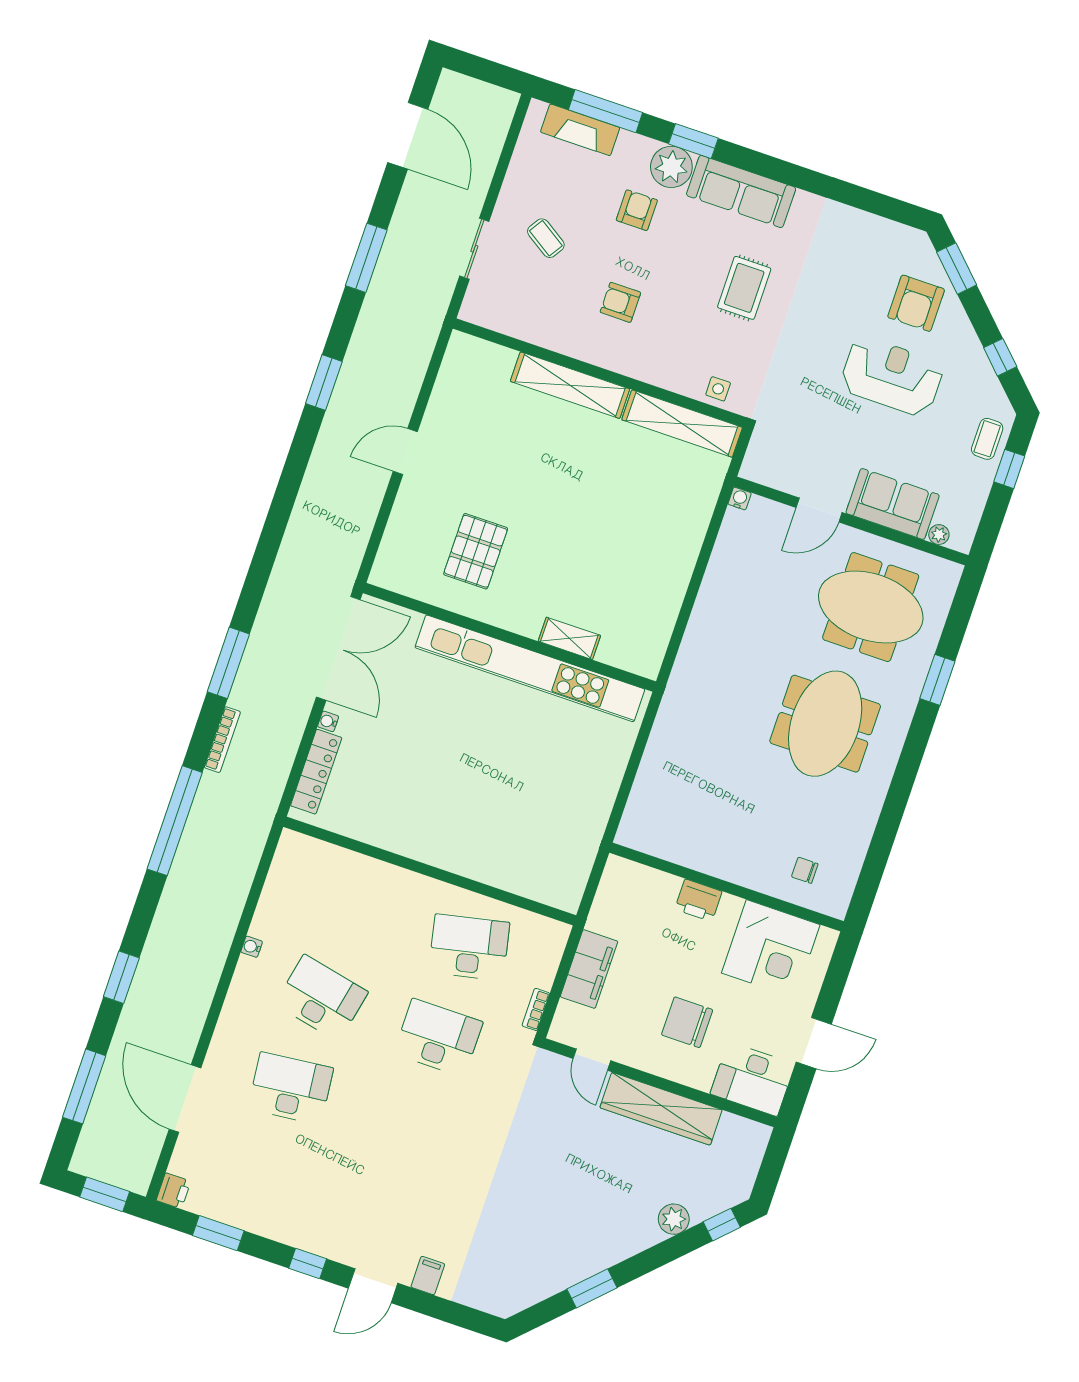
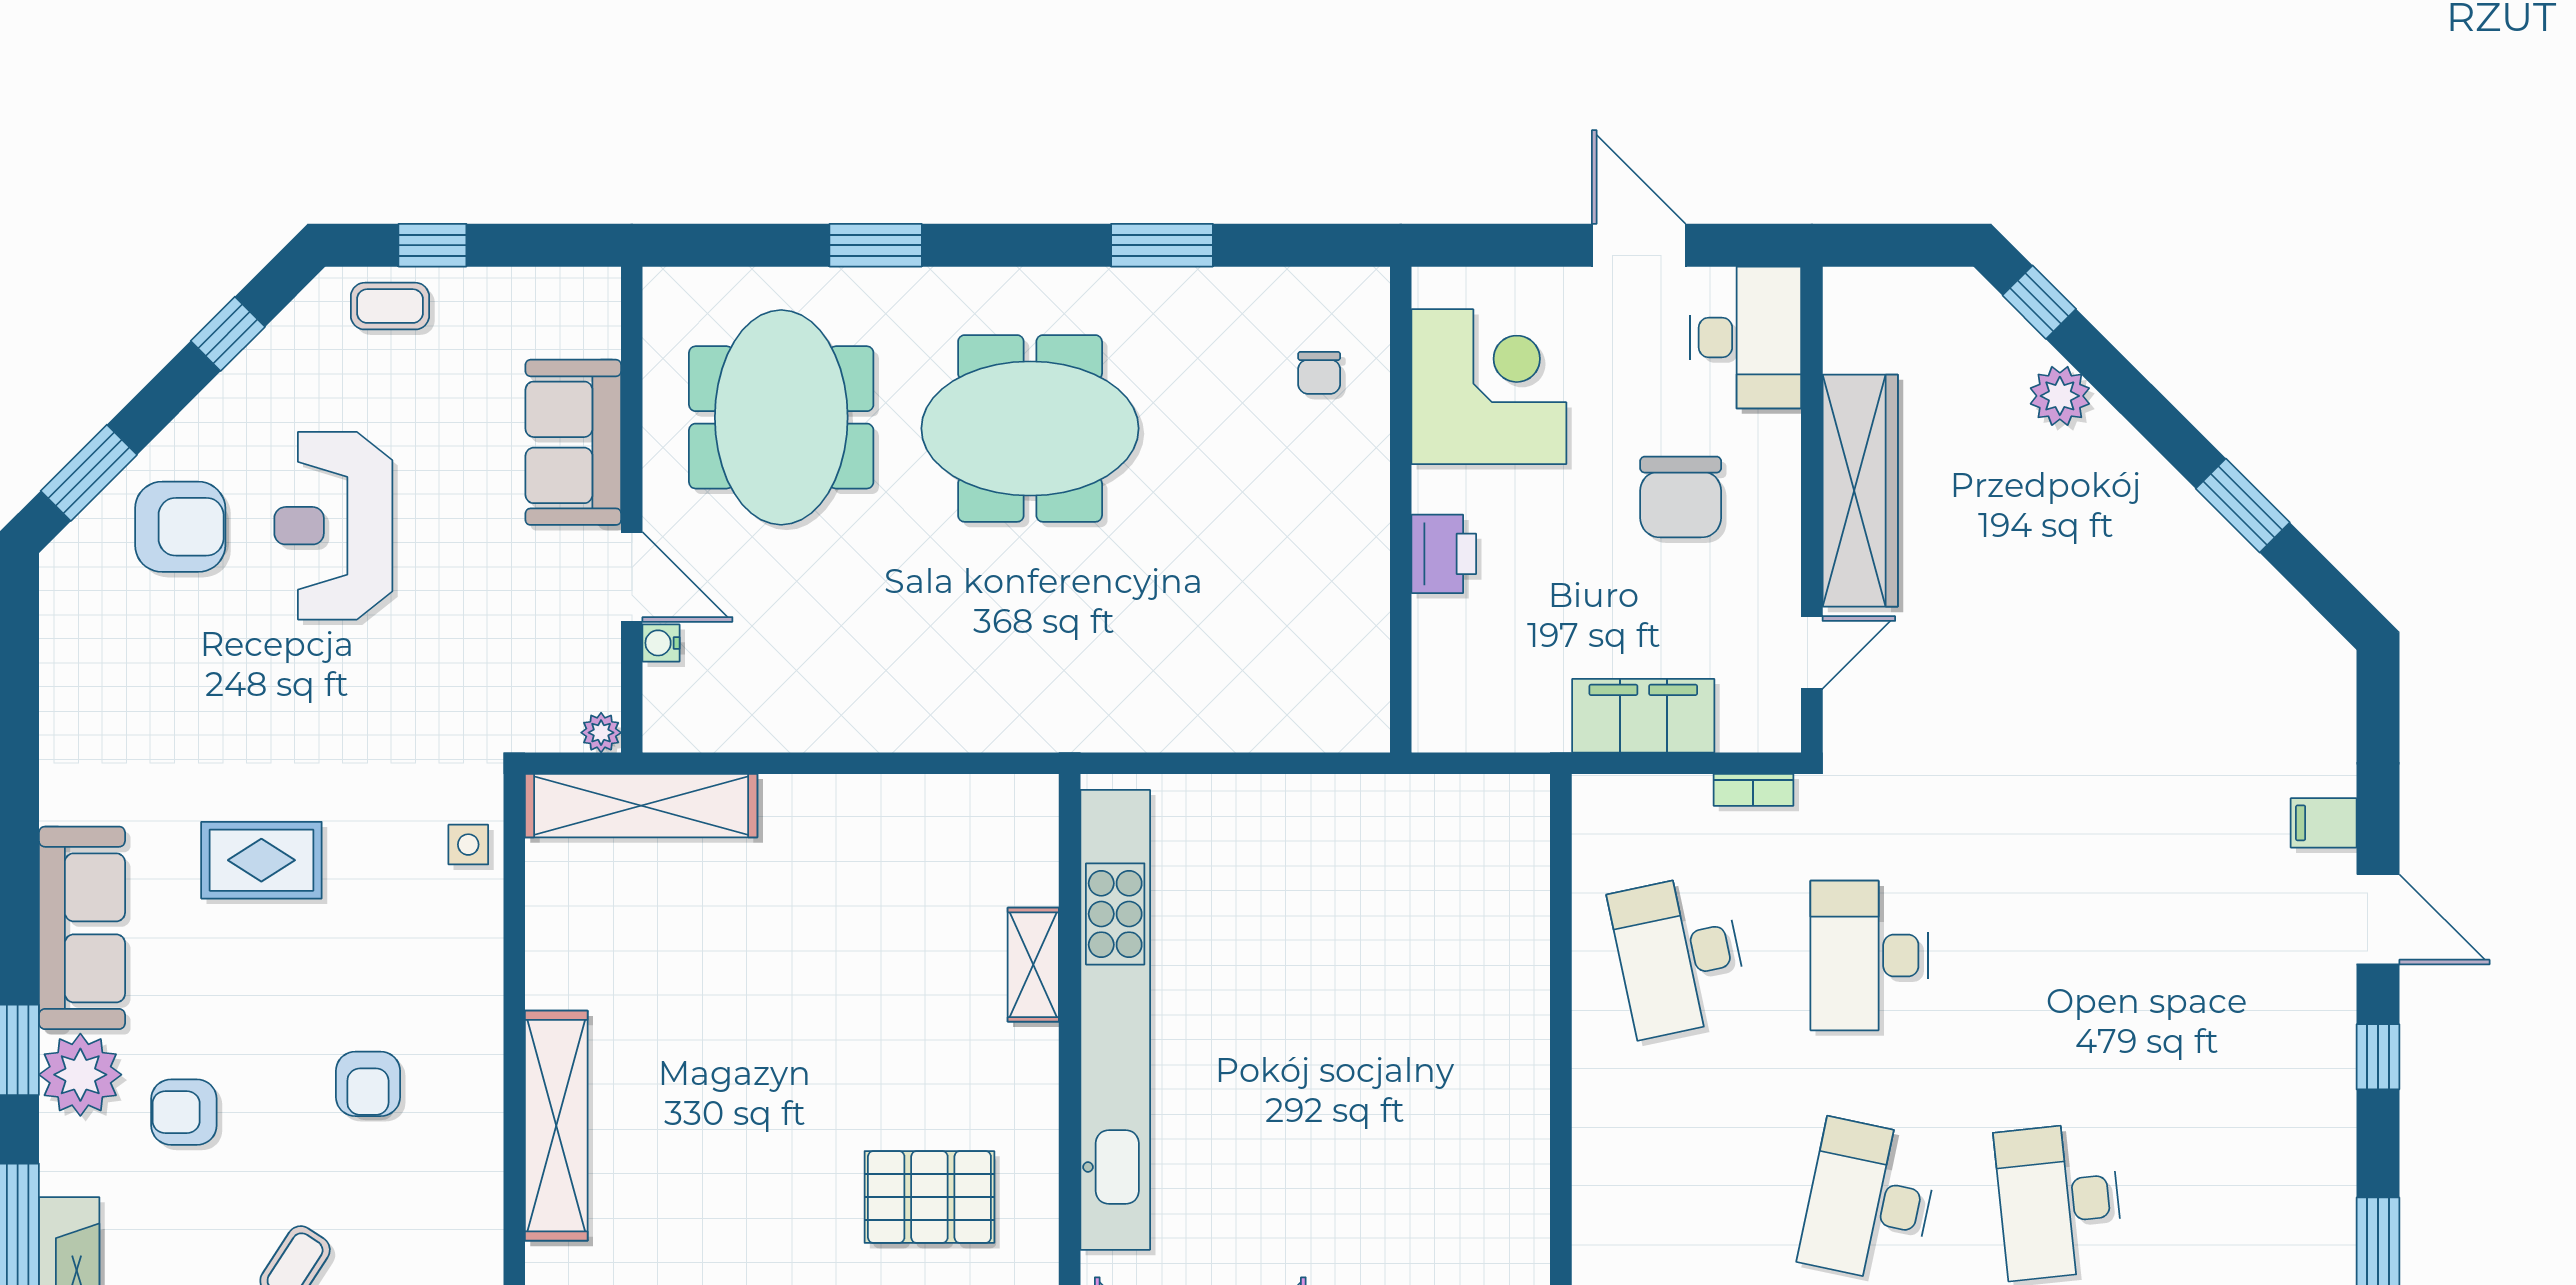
shelving: (682, 424) -> (641, 806), moved, turned 90
water cooler: (740, 499) -> (661, 643), moved
plant: (939, 535) -> (601, 733), moved
window: (891, 816) -> (1162, 245), added

